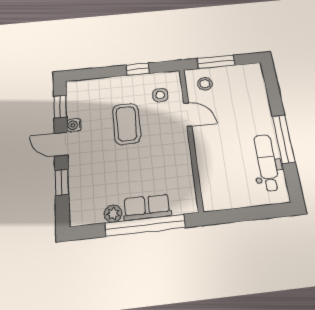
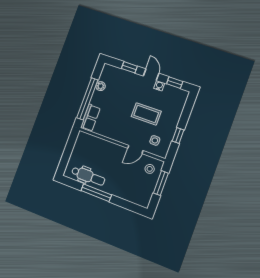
door: (61, 144) -> (151, 75), hinge flipped
row of seats: (147, 207) -> (90, 118), moved

